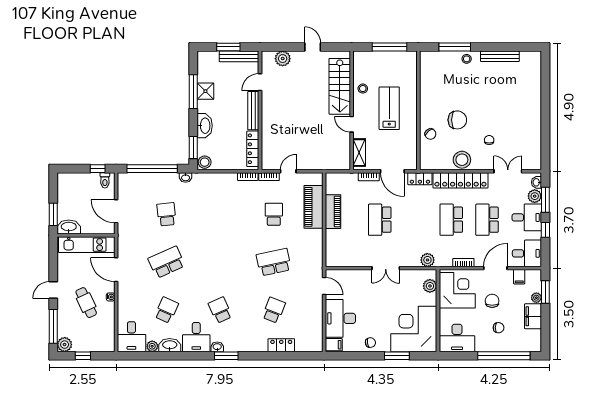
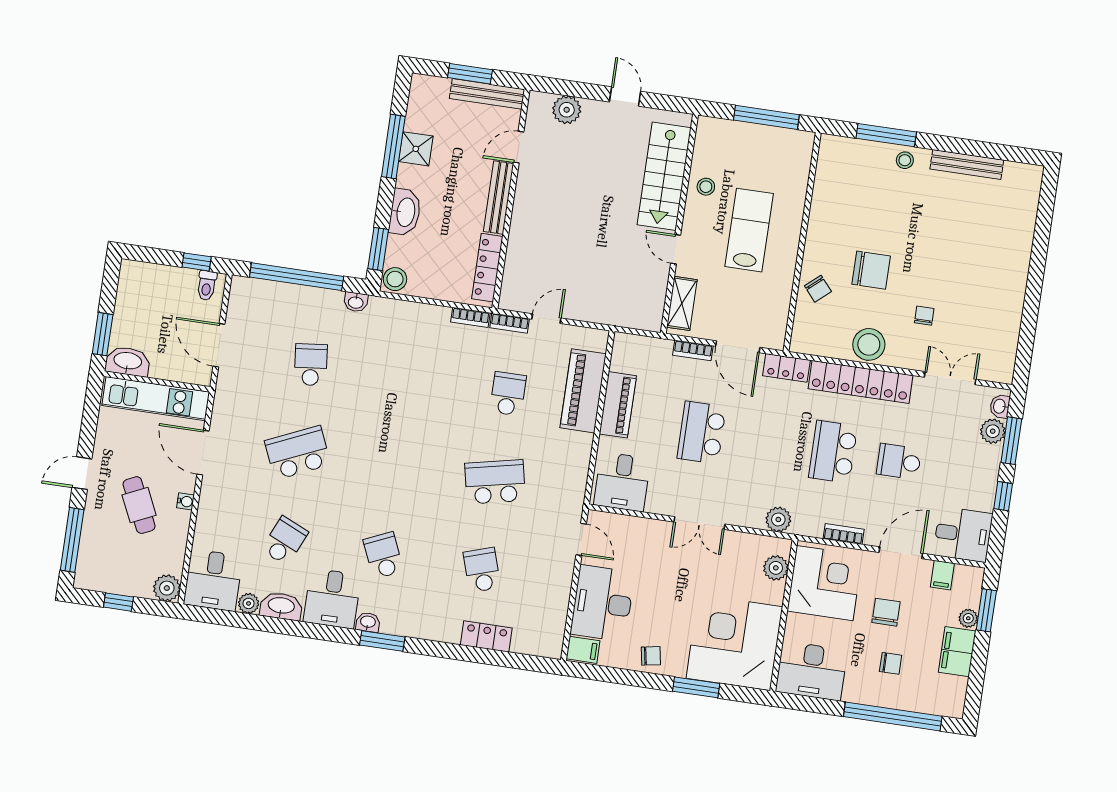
desk: (527, 217) -> (622, 482), moved, turned 90
school desk: (487, 220) -> (899, 462), width x0.54
school desk: (274, 310) -> (482, 570), turned -39
plant: (65, 345) -> (167, 588), moved

